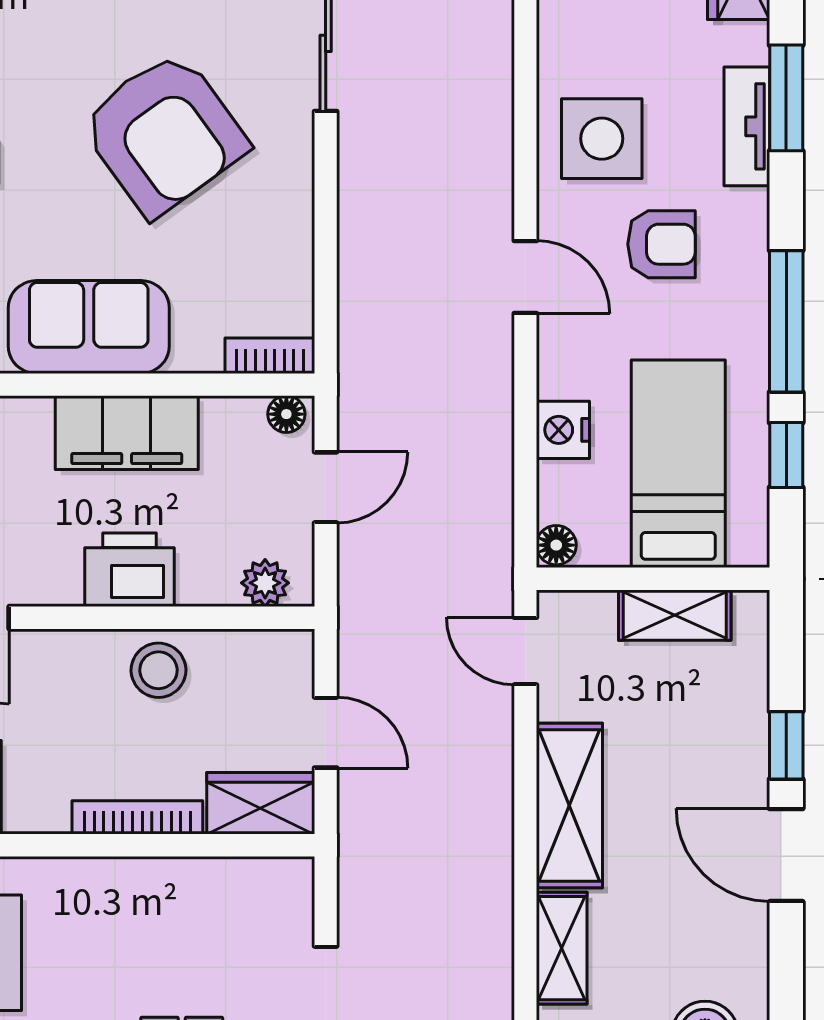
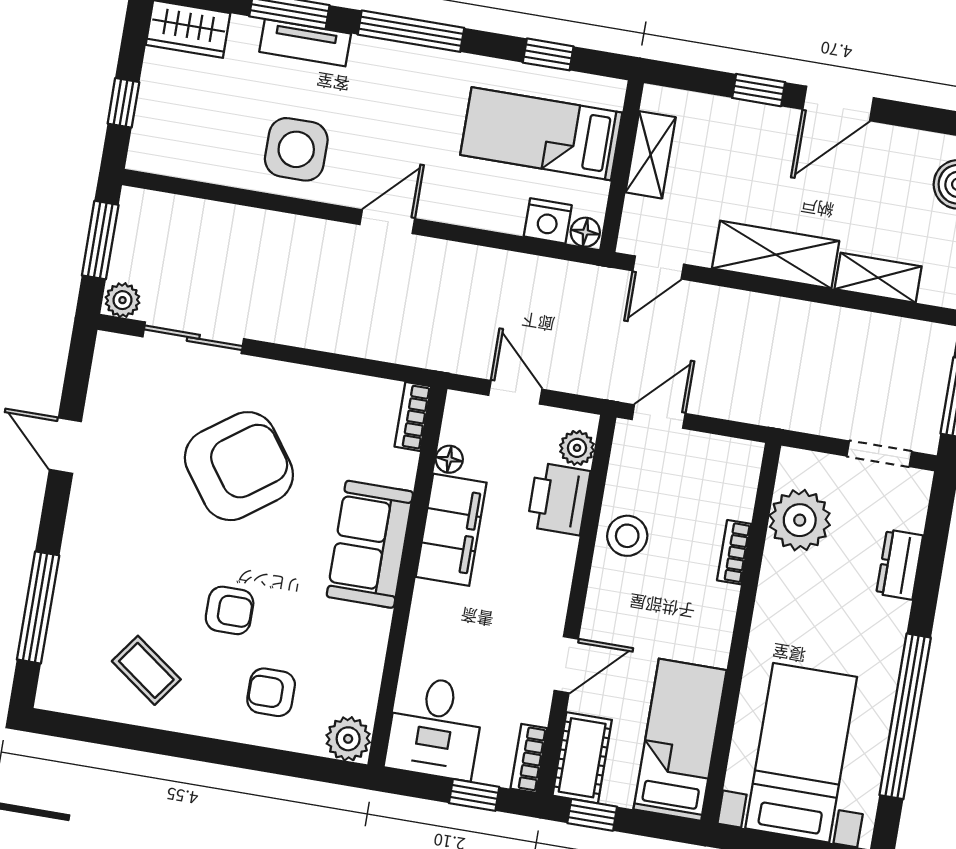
armchair: (661, 244) -> (380, 119), removed
window: (786, 321) -> (411, 31), moved
floor lamp: (286, 414) -> (449, 459), moved
nightstand: (563, 430) -> (548, 221), moved
printer: (130, 570) -> (559, 499), moved
door: (326, 733) -> (659, 417), moved
wardrobe: (260, 803) -> (736, 478), removed
bookcase: (137, 817) -> (734, 552), width x0.64
plant: (219, 898) -> (800, 520), added

